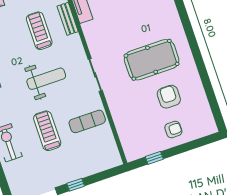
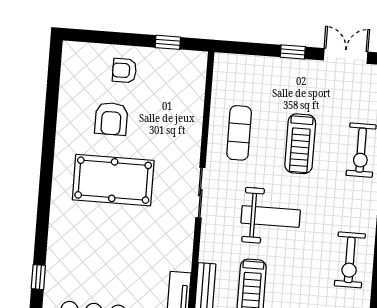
weight bench: (46, 79) -> (271, 217), turned 180
exercise mat: (87, 121) -> (239, 133), turned 90

